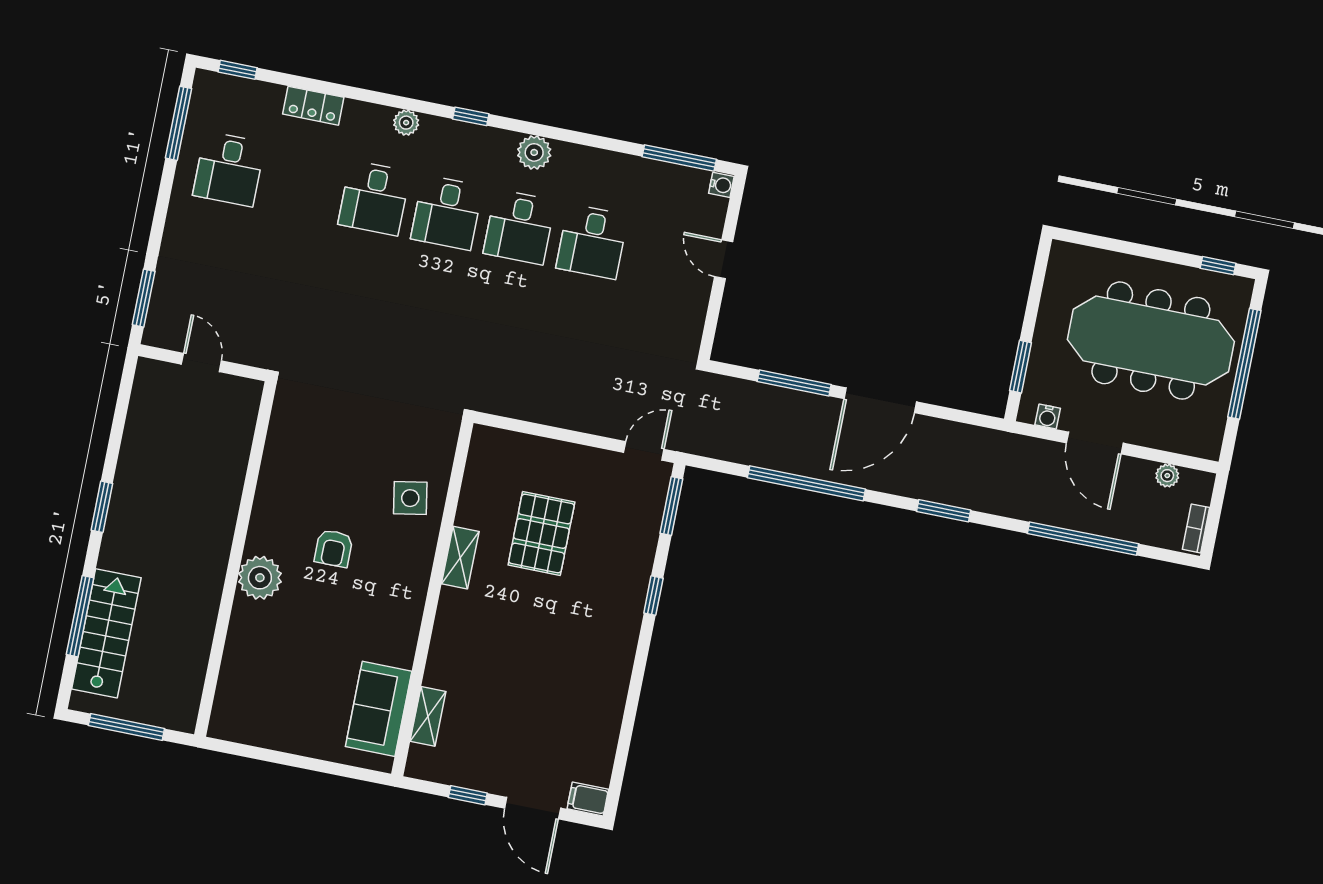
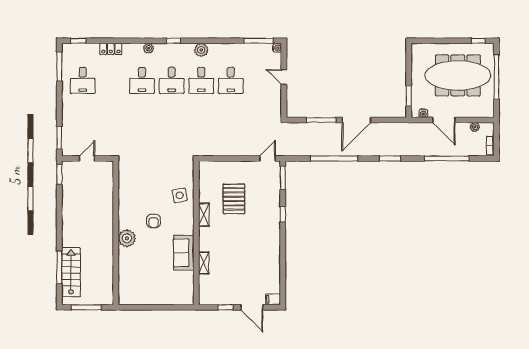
door: (201, 362) -> (87, 158), hinge flipped
window: (102, 507) -> (59, 174), moved
sofa: (379, 709) -> (184, 253), moved
shelving: (428, 716) -> (204, 263), moved

